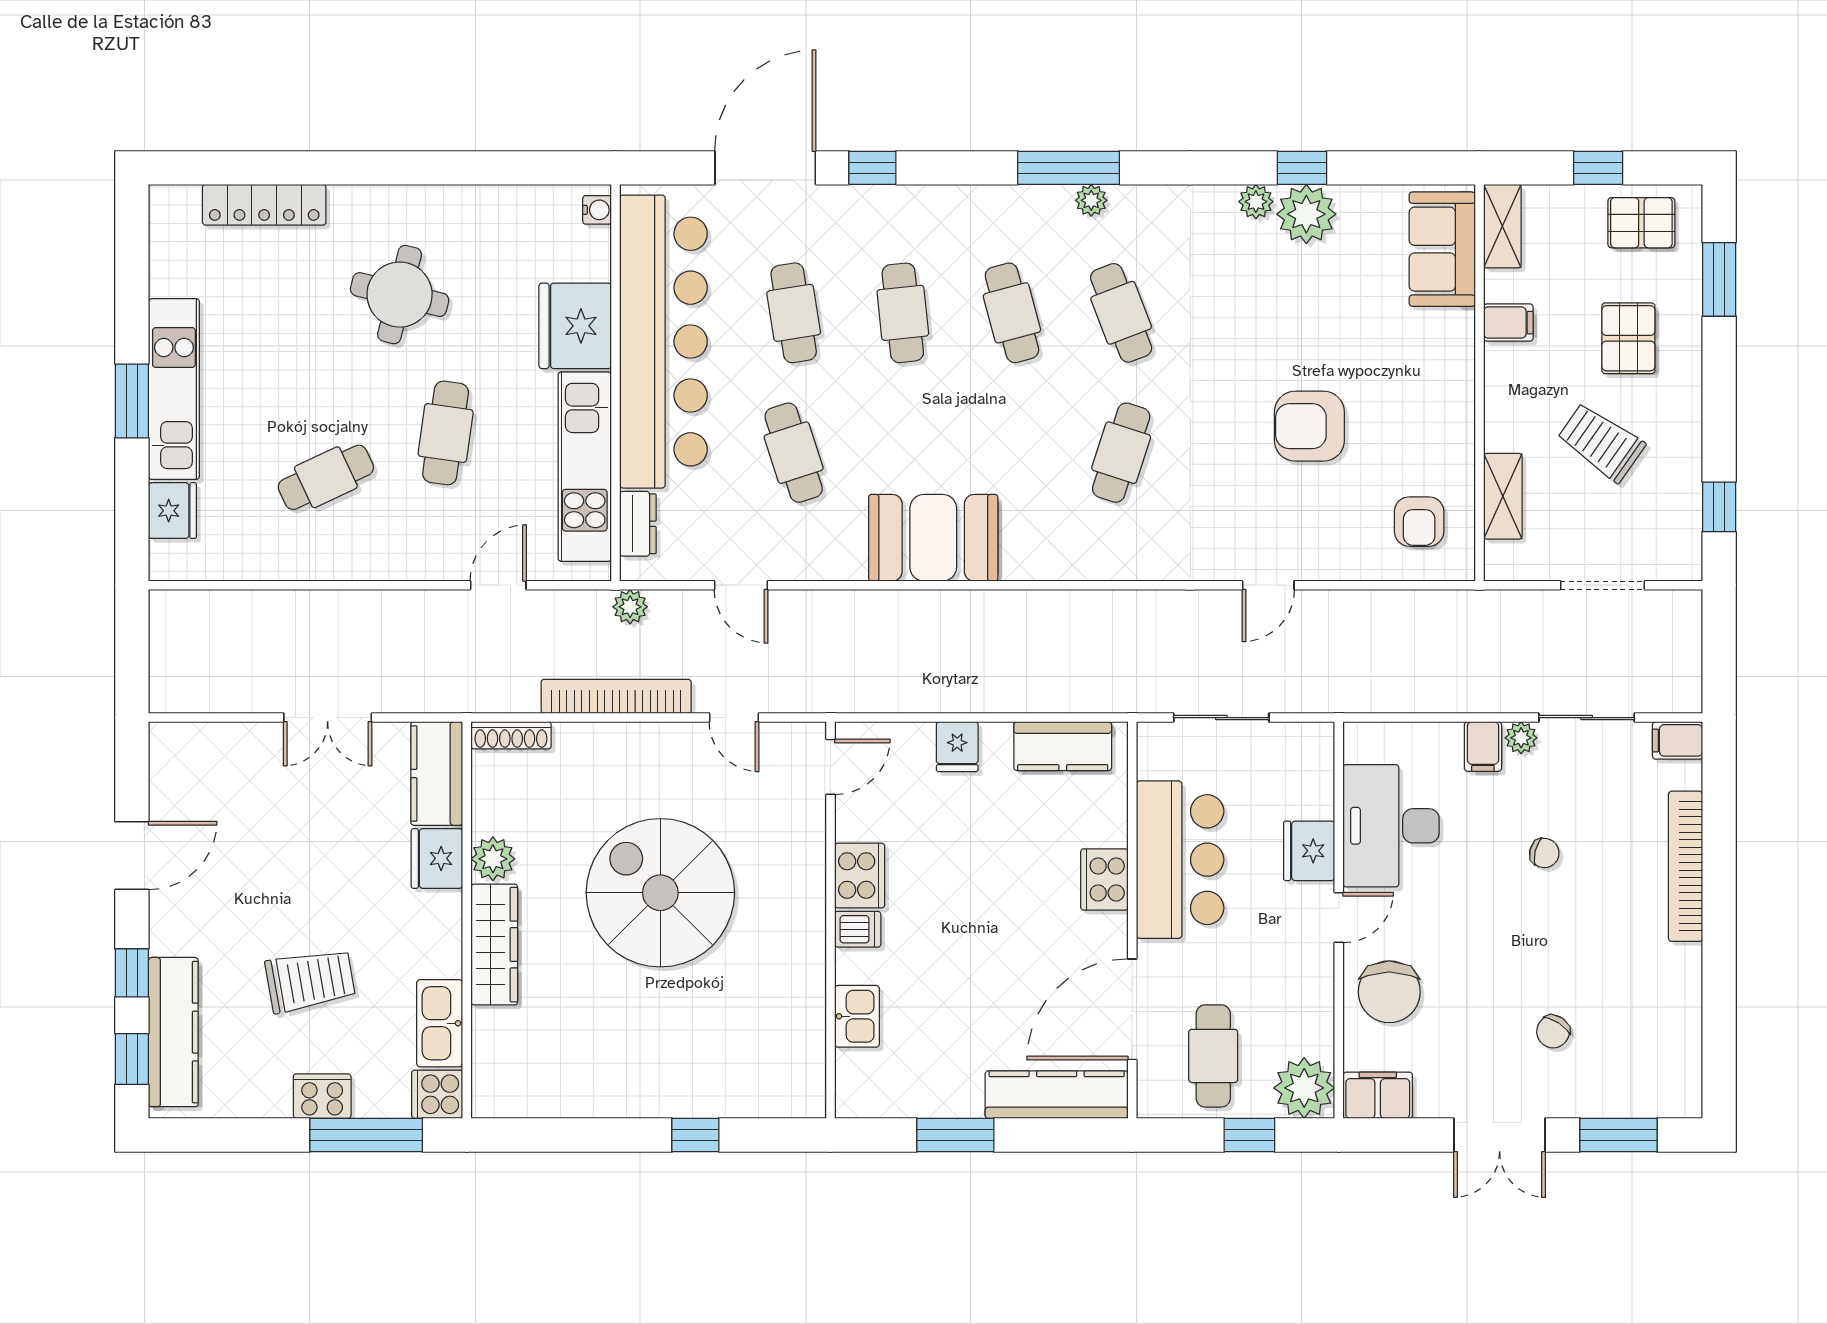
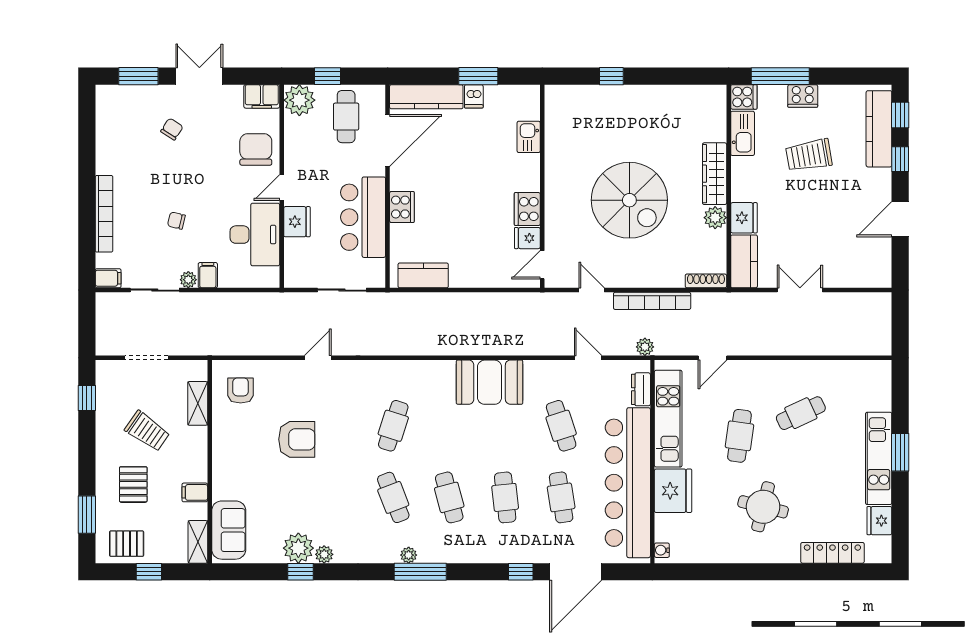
fridge: (172, 511) -> (879, 521), moved
fridge: (957, 747) -> (527, 238), moved, turned -90
dishwasher: (858, 929) -> (474, 96), moved, turned -90

